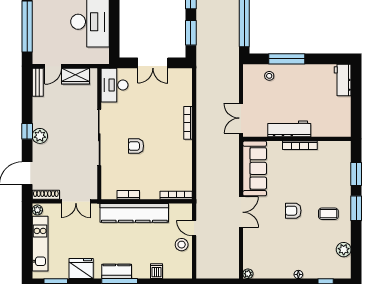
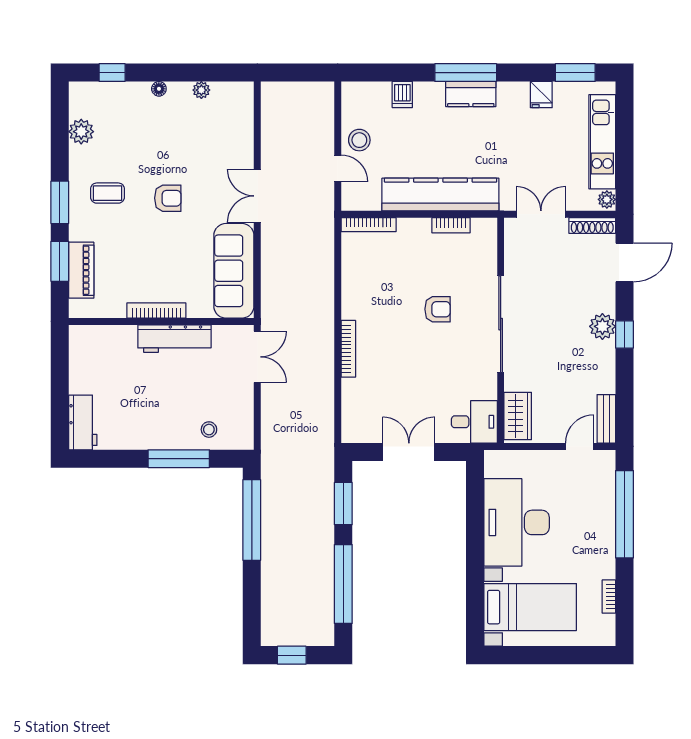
wardrobe: (76, 76) -> (518, 416), moved, turned 90
desk: (115, 85) -> (474, 422), width x0.73
piano: (344, 169) -> (81, 270), added
fridge: (81, 269) -> (541, 95), width x0.53, depth x0.75
plant: (248, 274) -> (201, 90), moved

